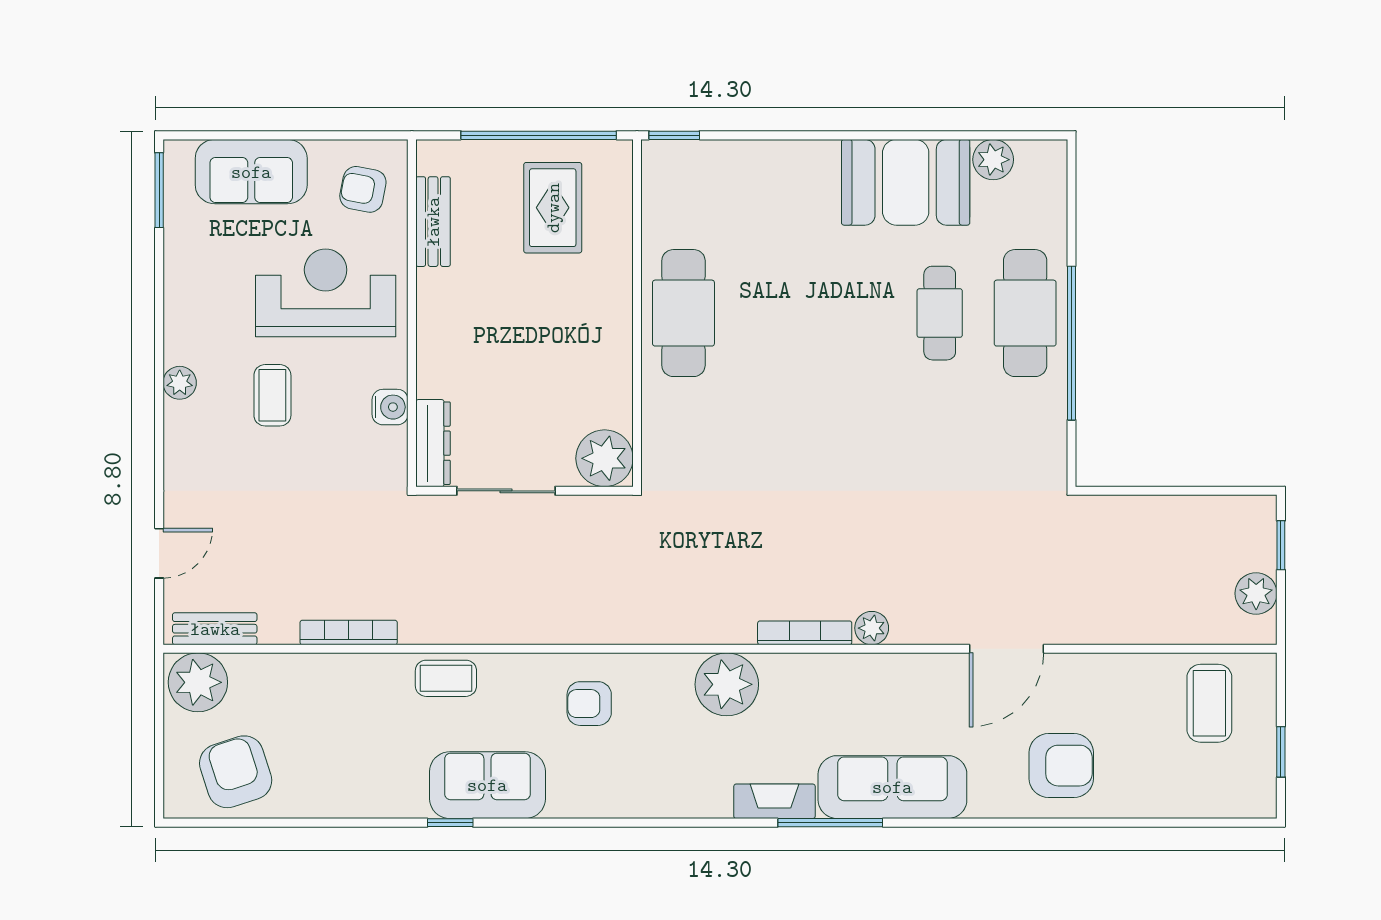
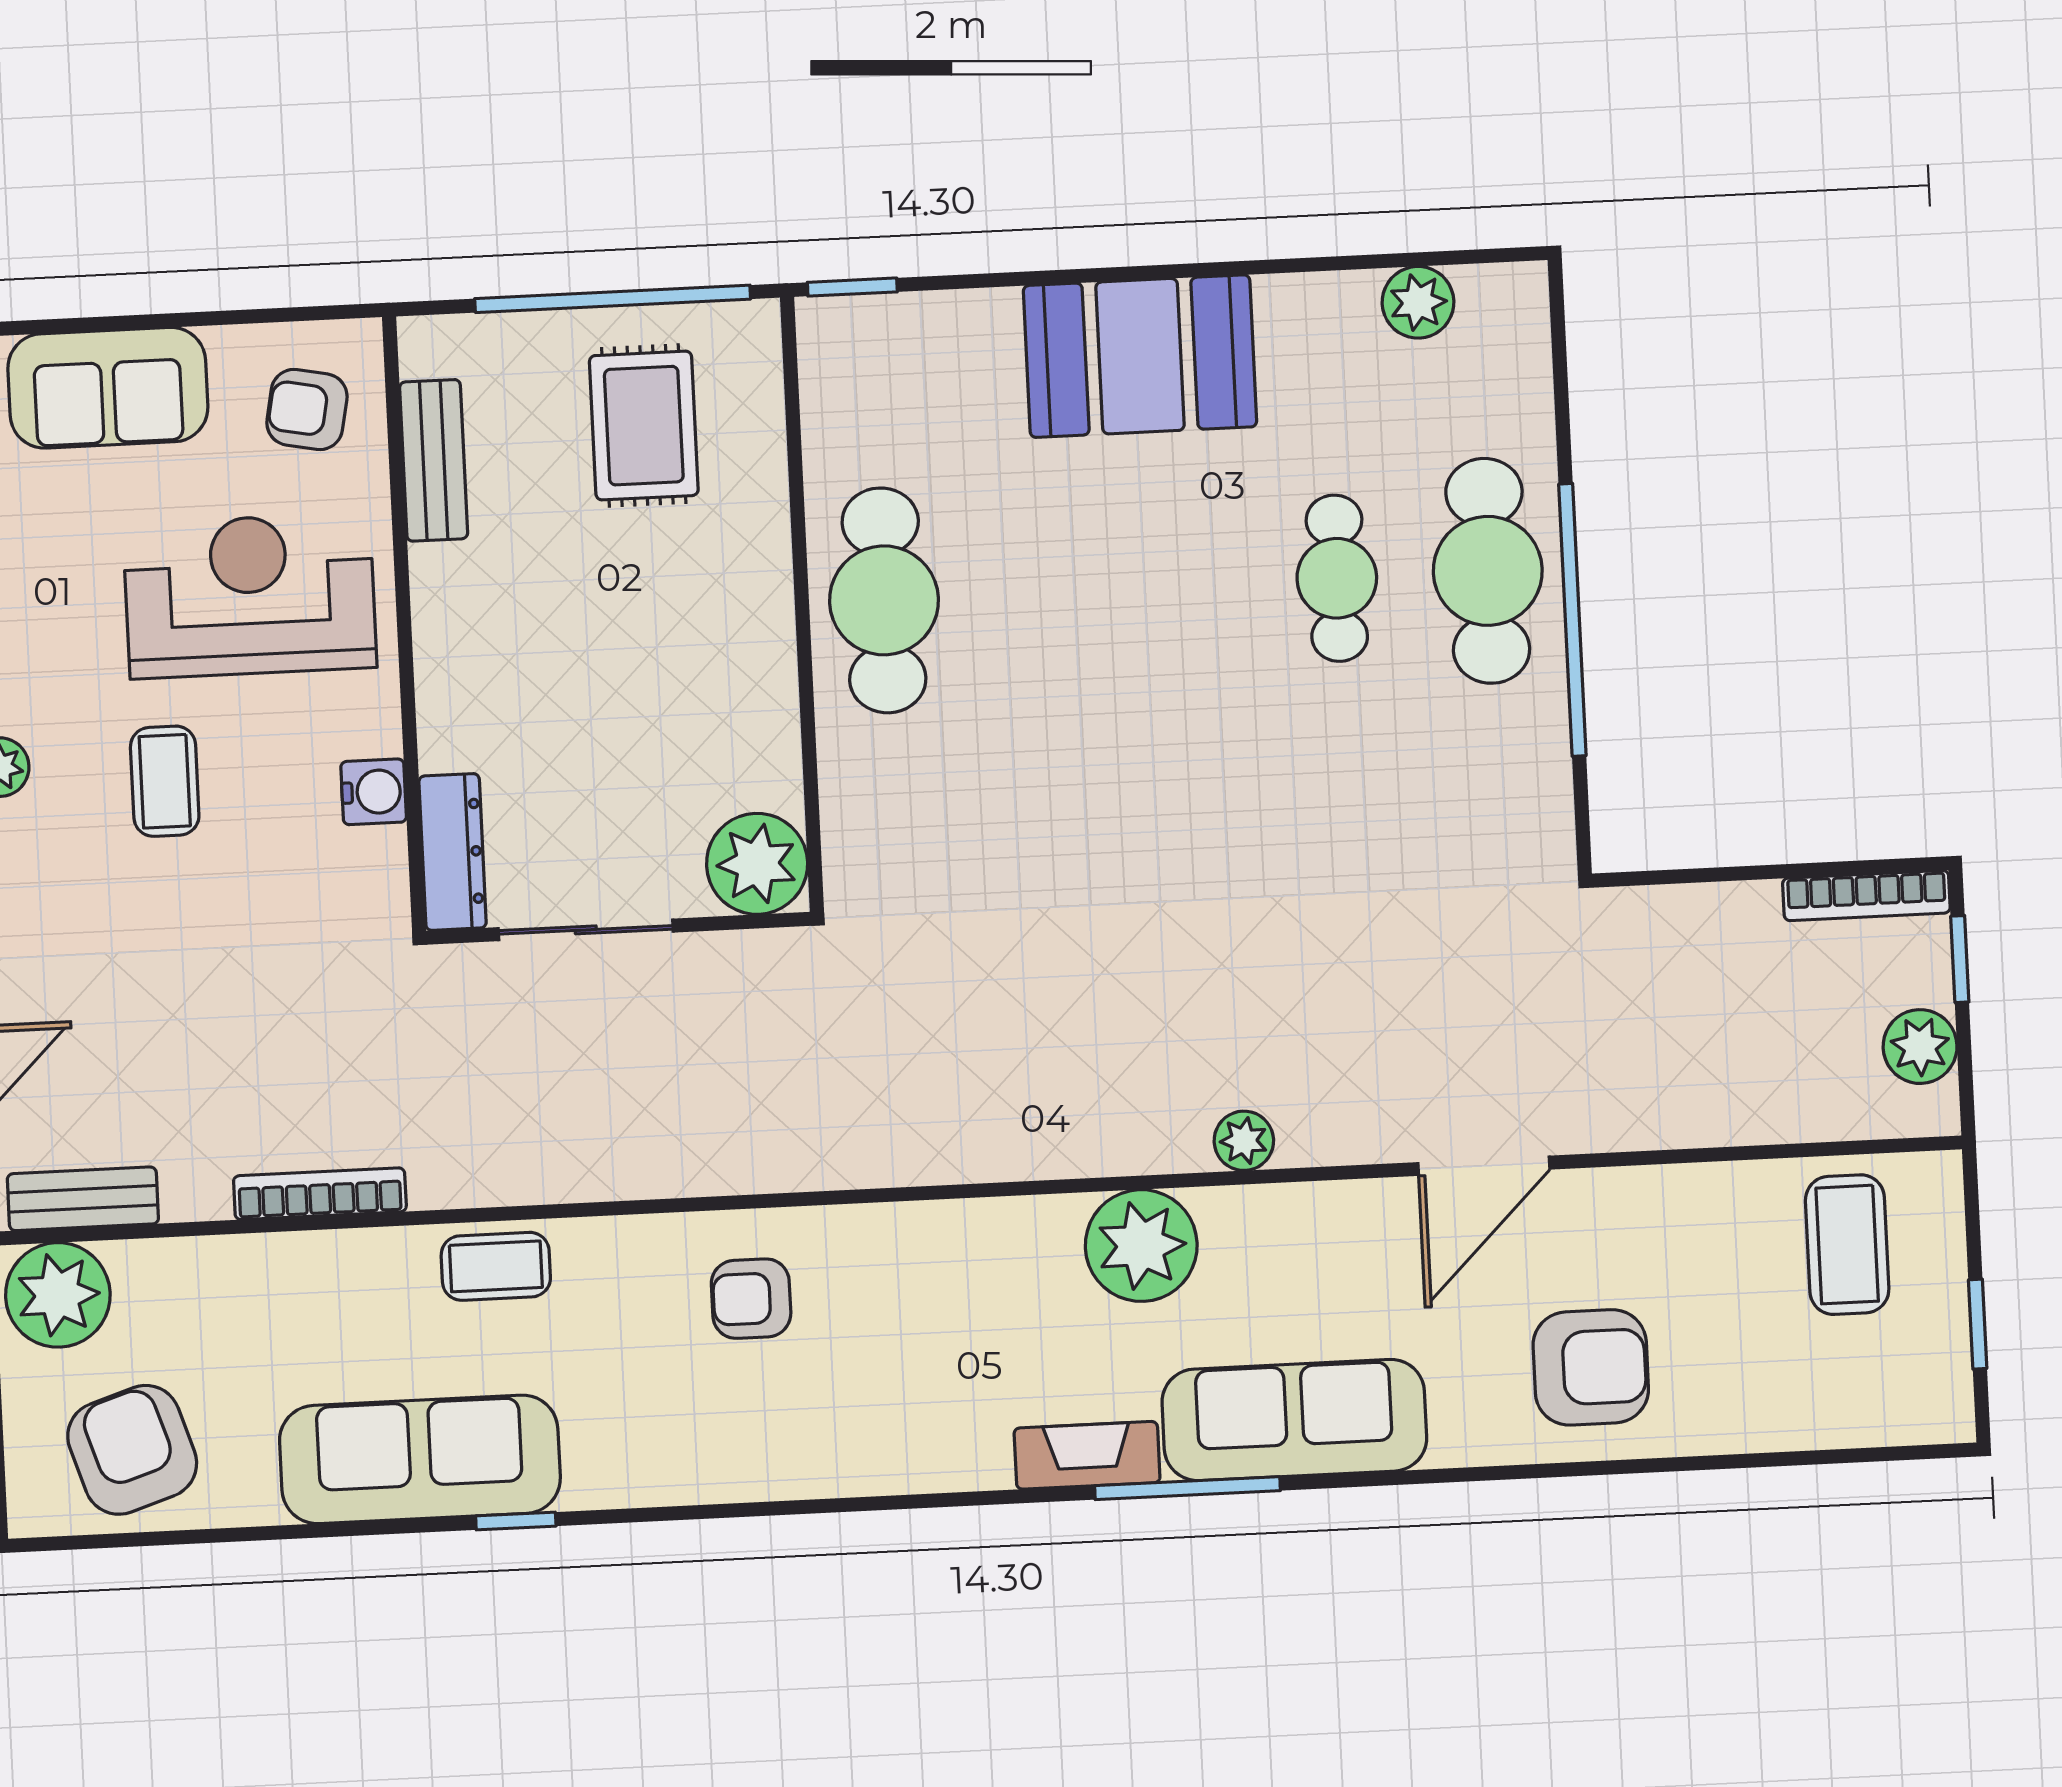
booth: (906, 182) -> (1140, 356), moved
bookcase: (805, 633) -> (1866, 896), moved, turned 180
plant: (727, 684) -> (1141, 1246), moved
sofa: (487, 785) -> (420, 1459), moved, width x1.36

